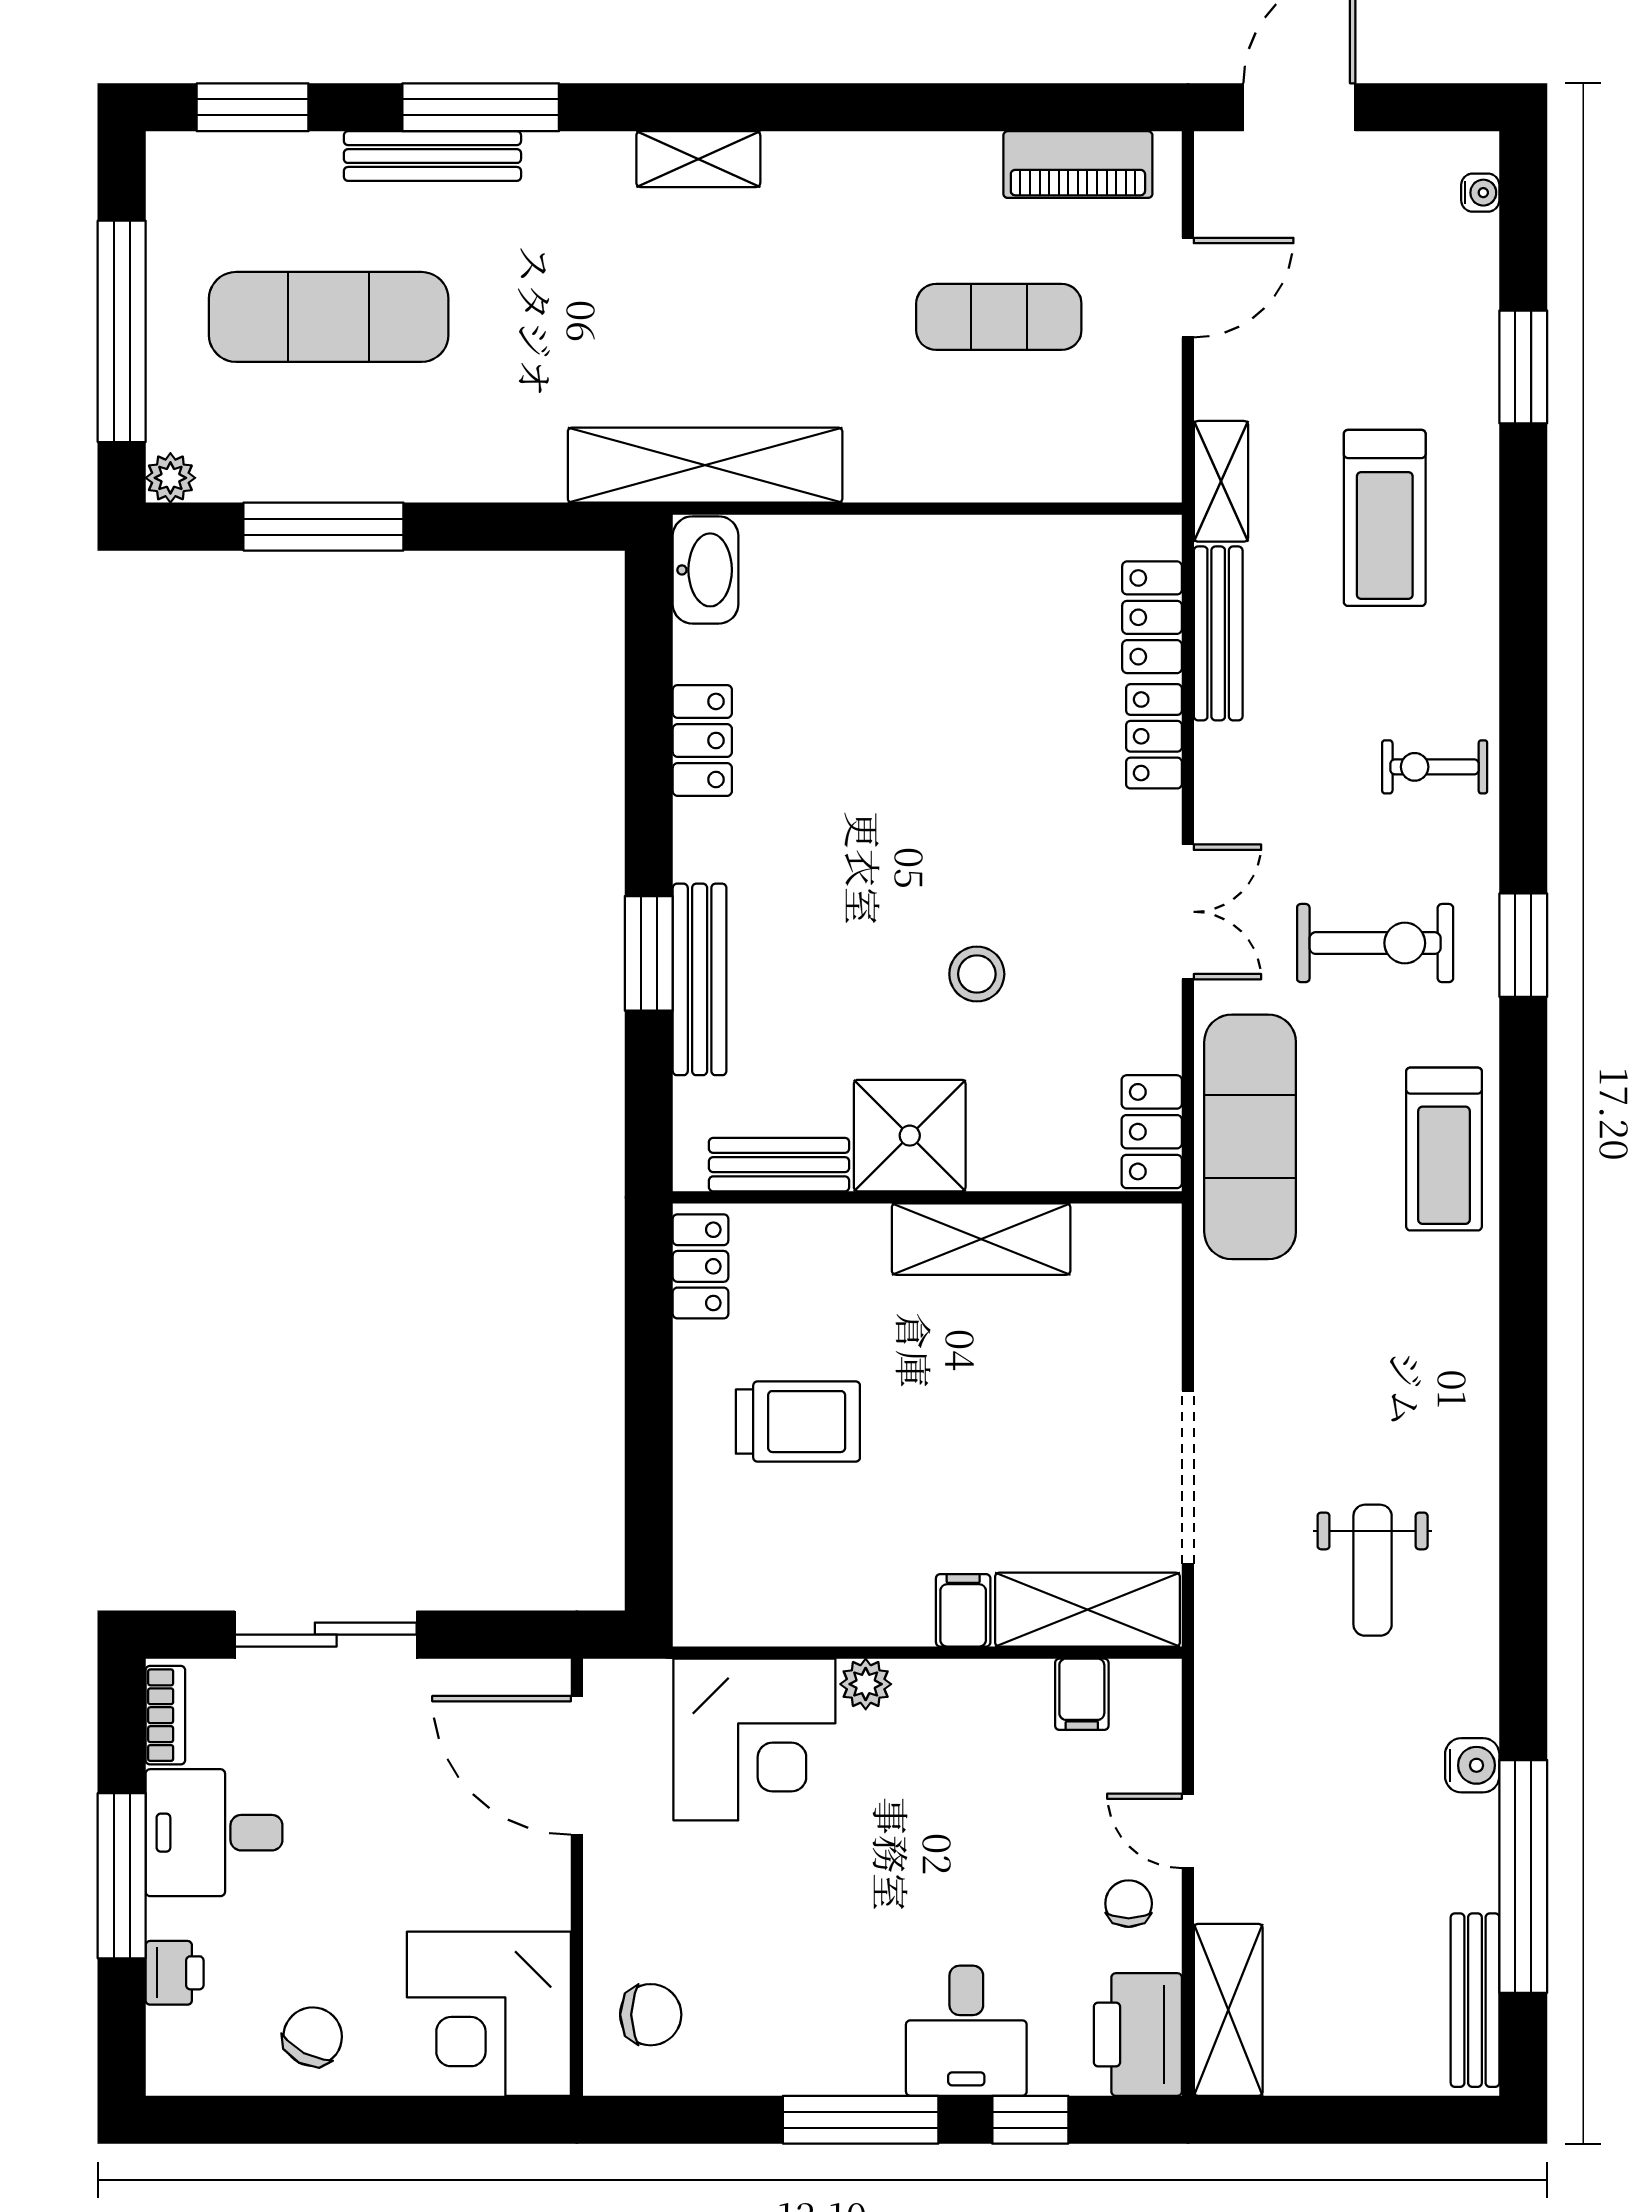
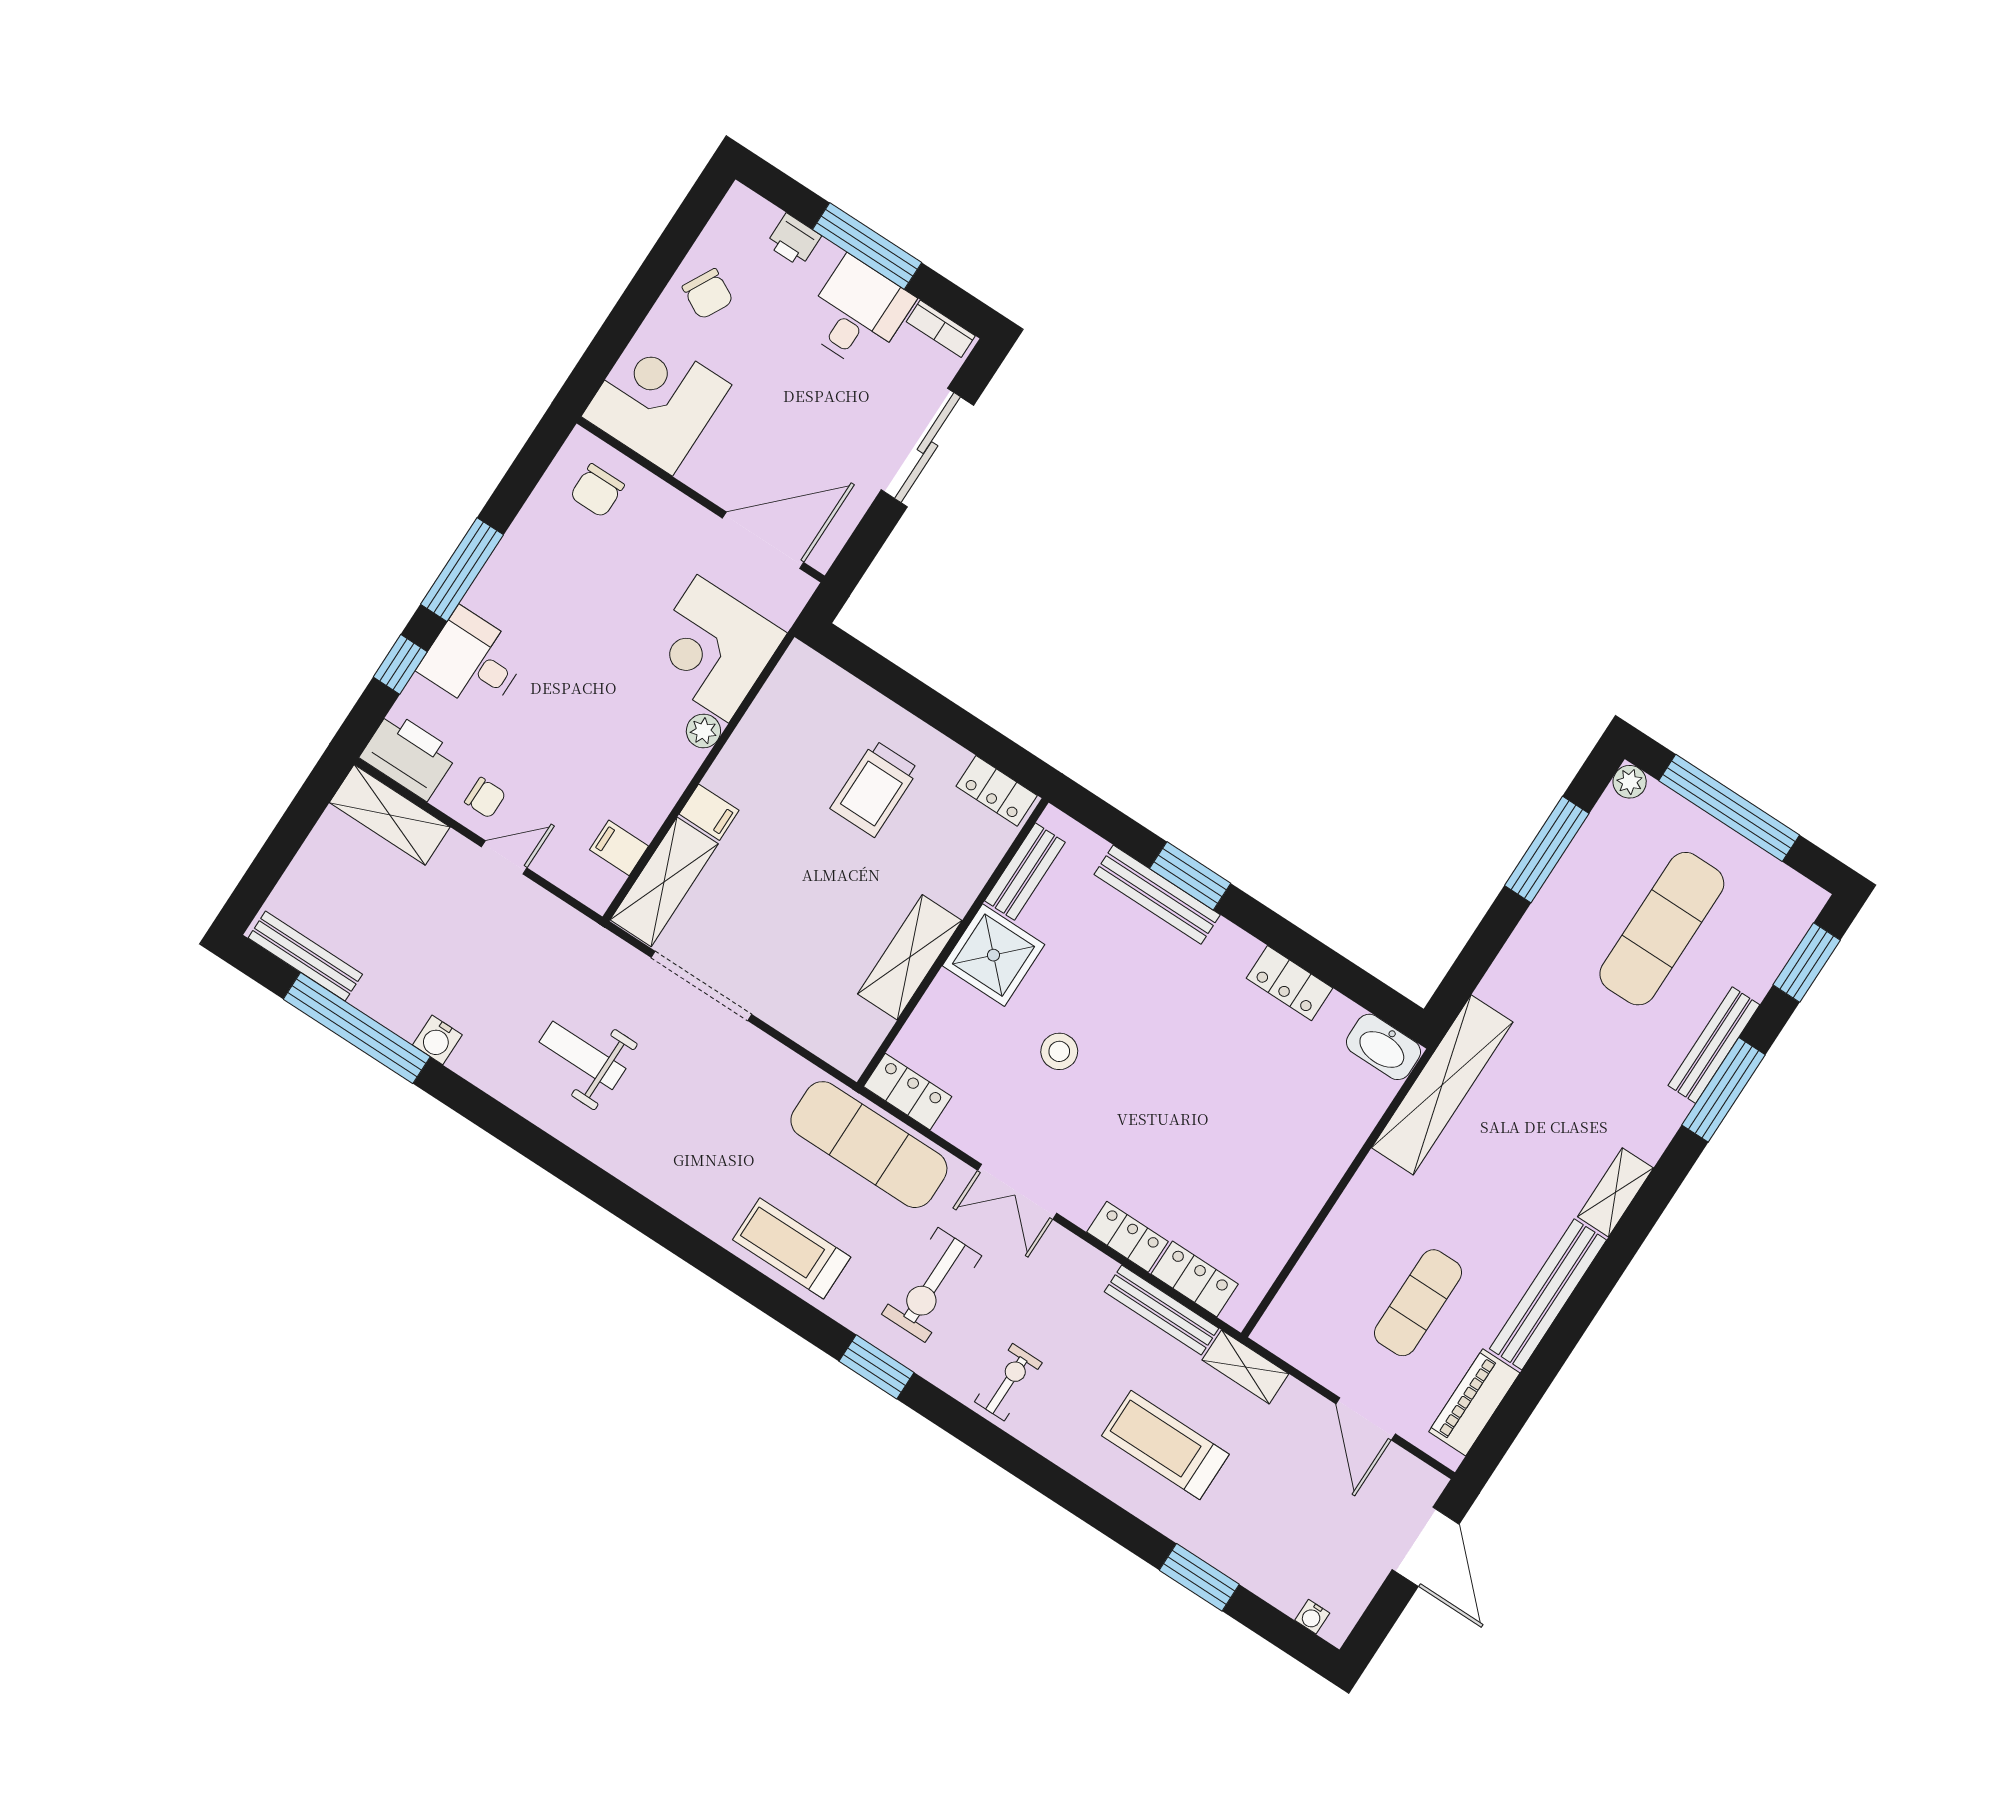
bench: (882, 160) -> (1548, 1294), added

